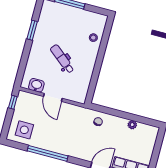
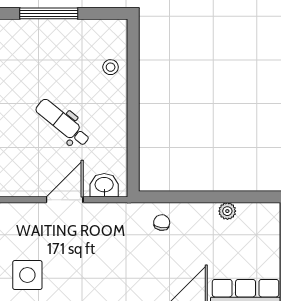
washbasin: (36, 85) -> (104, 185), moved
door: (53, 97) -> (65, 200), swing flipped

